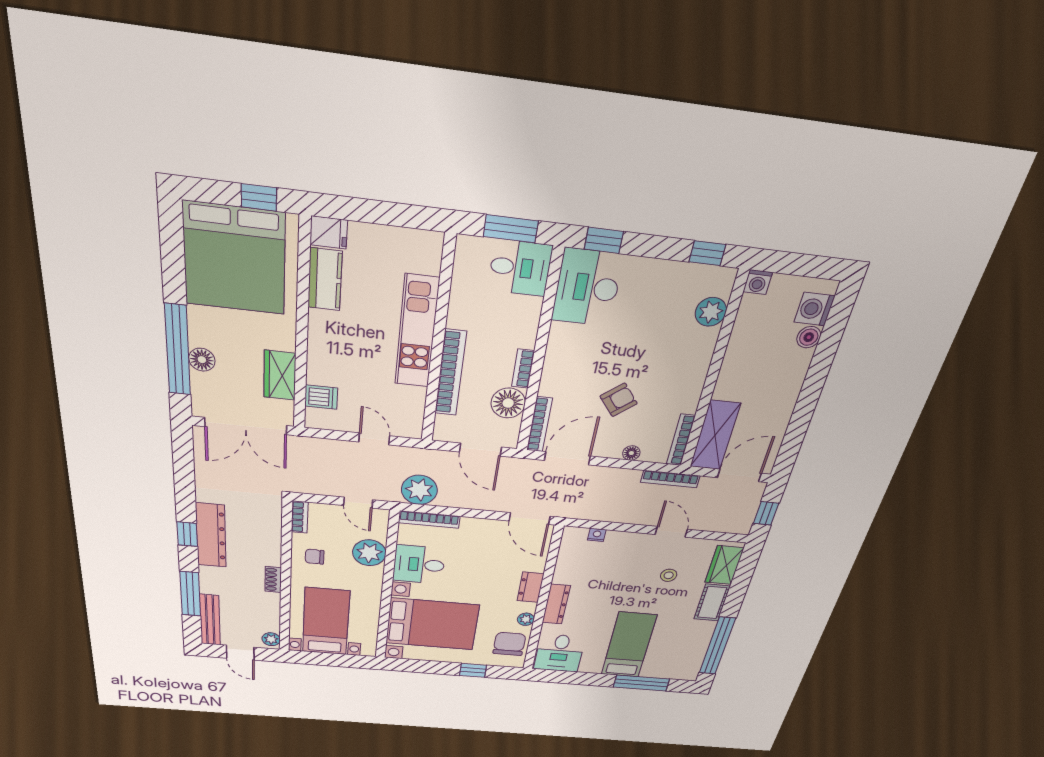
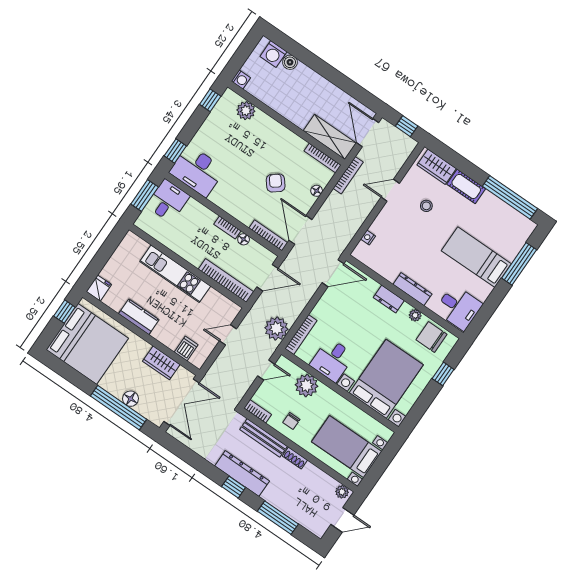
kitchen counter: (325, 279) -> (139, 317), moved
bookcase: (450, 373) -> (226, 280), moved
floor lamp: (508, 403) -> (244, 239), width x0.53, depth x0.53
bench: (210, 620) -> (264, 438), moved

